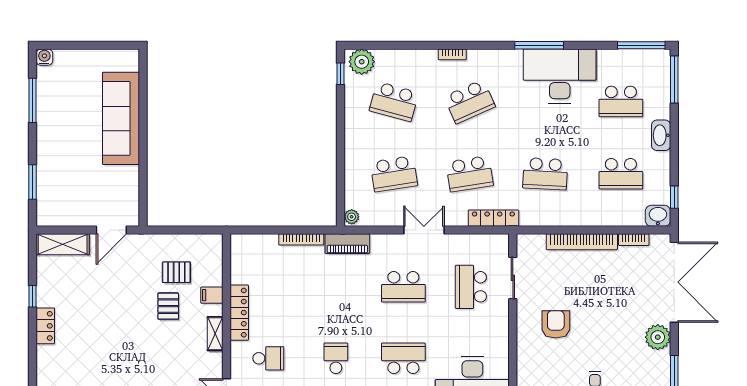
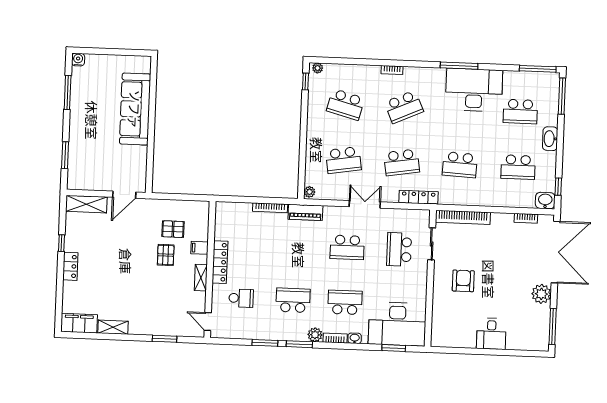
plant: (362, 62) -> (318, 68), width x0.53, depth x0.53
bookcase: (582, 242) -> (463, 217), moved
school desk: (336, 358) -> (293, 300), width x1.85

